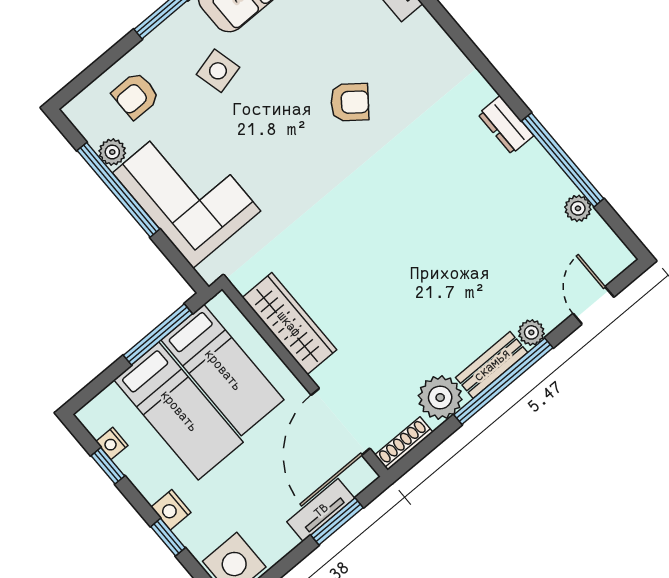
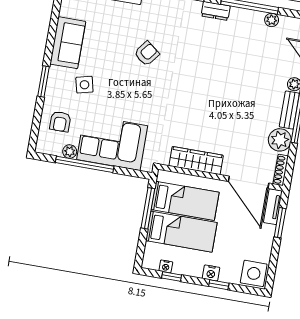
tv unit: (321, 510) -> (273, 207), moved

